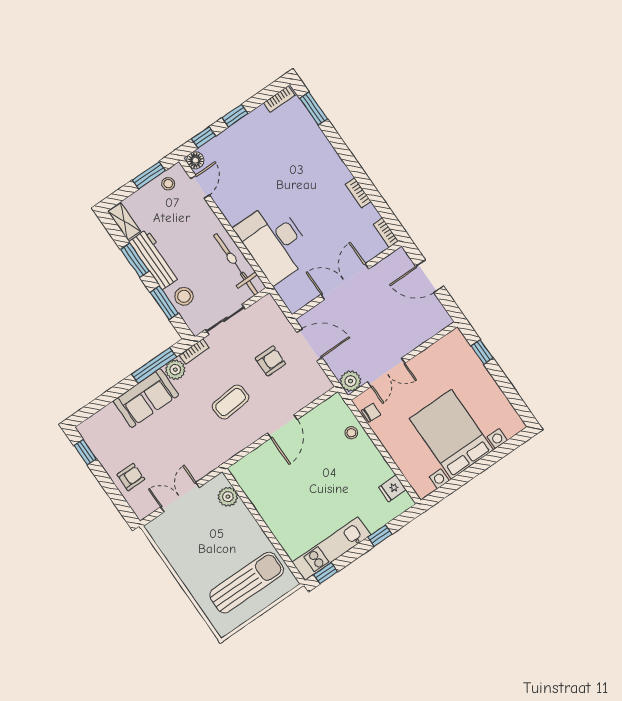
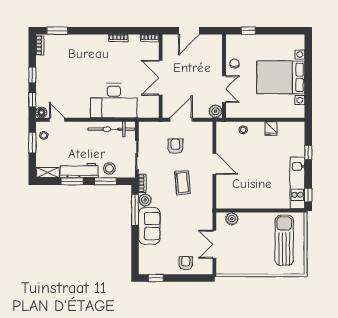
chair: (371, 413) -> (235, 63), moved
fridge: (392, 489) -> (271, 129), moved

